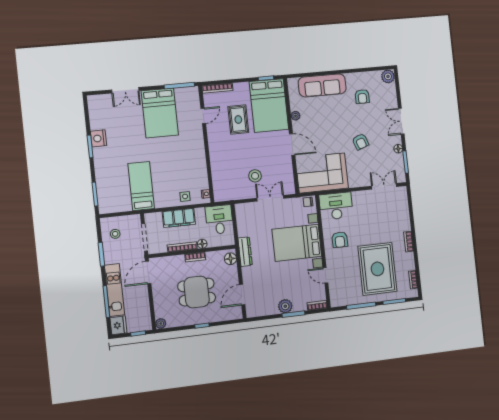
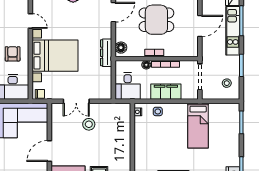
door: (292, 144) -> (49, 151), hinge flipped
door: (148, 272) -> (200, 26), moved

